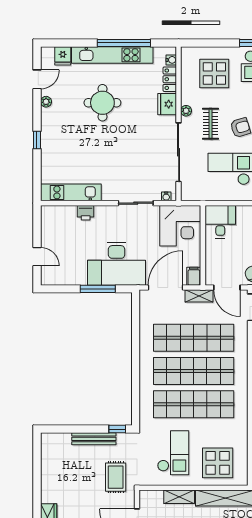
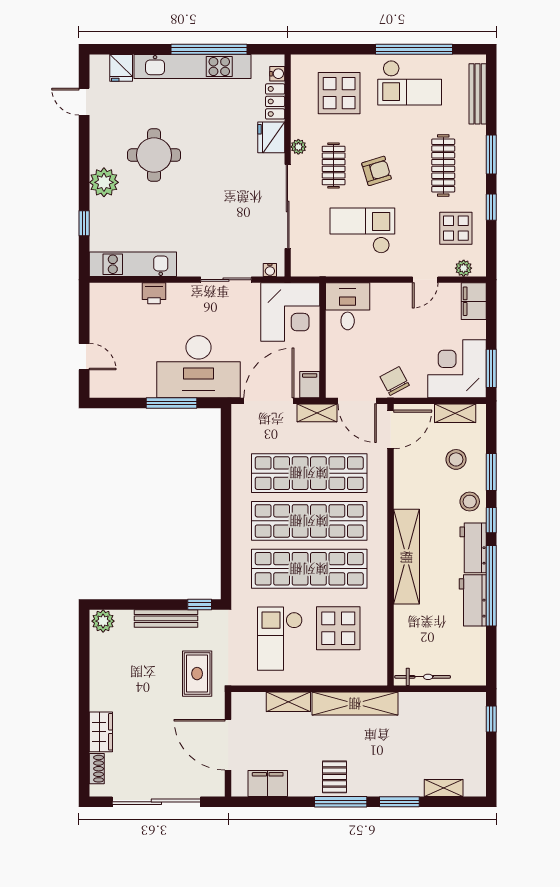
door: (37, 79) -> (84, 102), swing flipped
plant: (46, 102) -> (104, 182), moved, width x1.87, depth x1.87
round table: (102, 103) -> (154, 155), moved
window: (37, 140) -> (84, 223), moved
plant: (50, 441) -> (103, 621), added
checkout: (173, 453) -> (280, 639), turned 180
display table: (218, 463) -> (338, 628), moved

